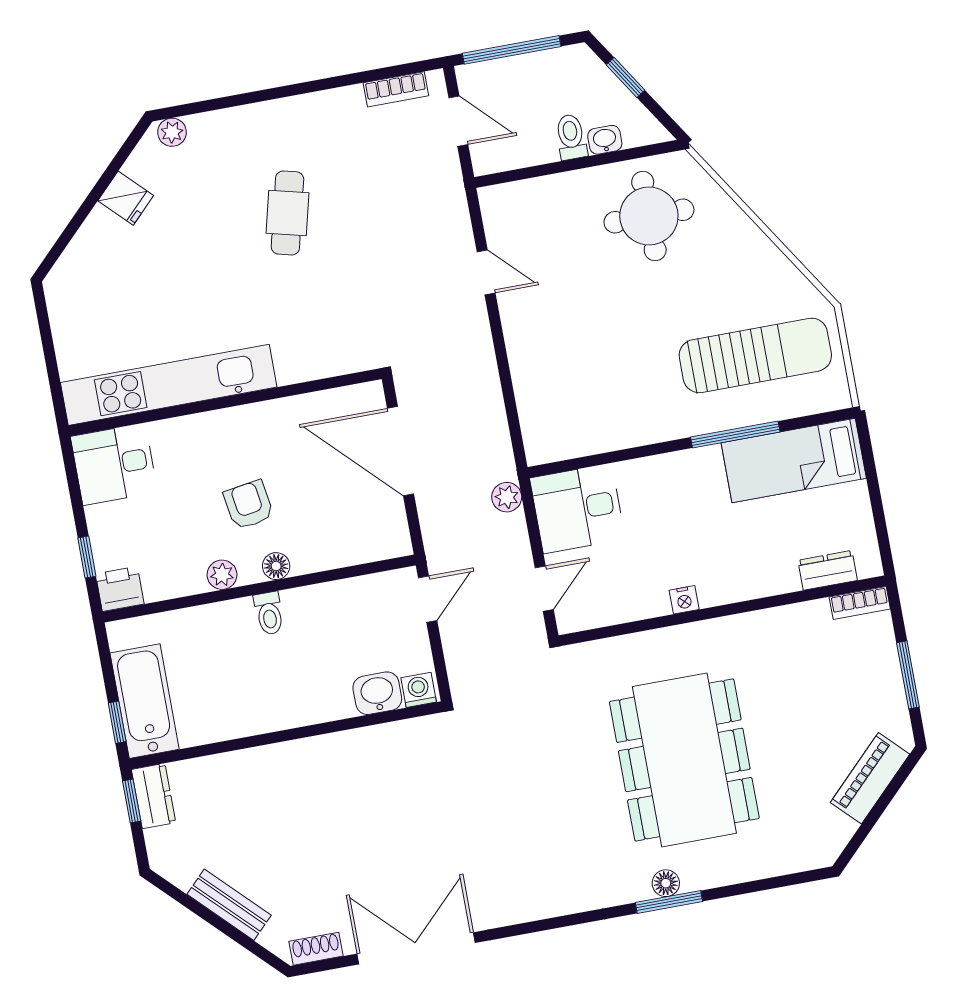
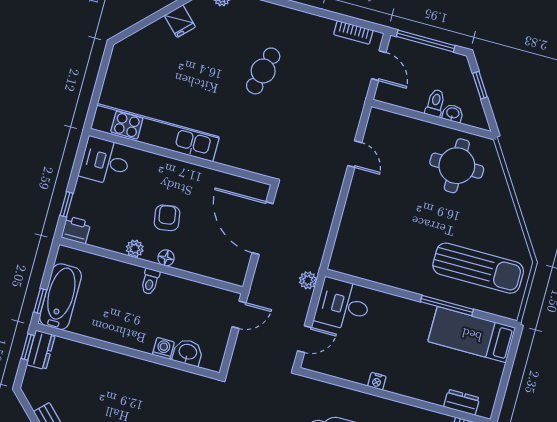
washing machine: (419, 690) -> (163, 348), moved

